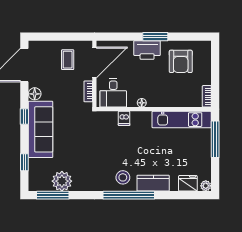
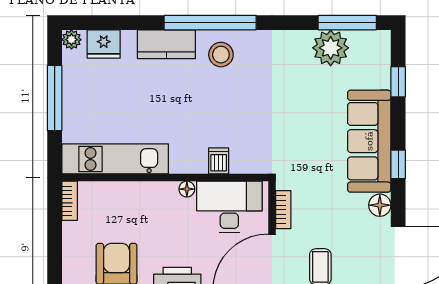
desk: (113, 93) -> (229, 207), width x1.37
window: (215, 139) -> (55, 98), moved

